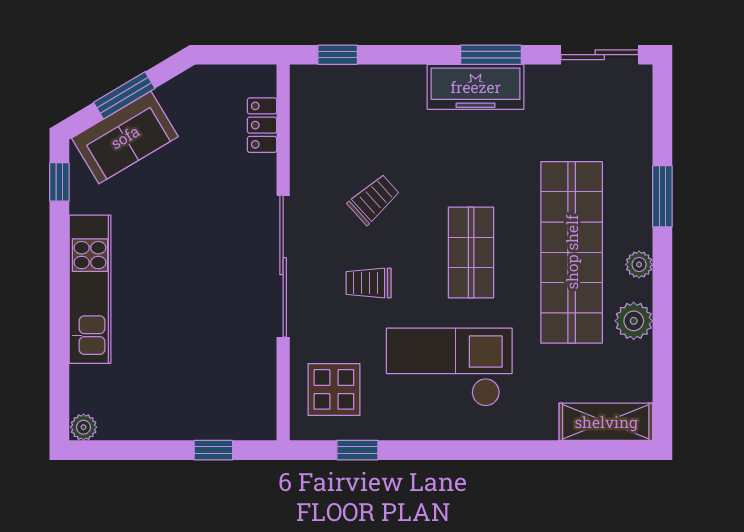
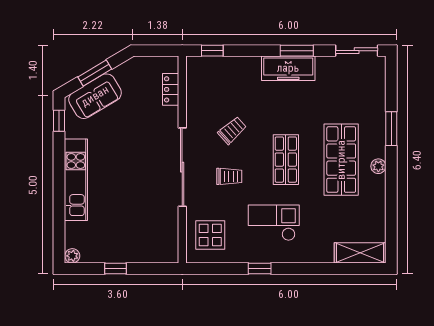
shop shelf: (572, 252) -> (341, 160), width x0.71
trolley: (369, 283) -> (229, 176), turned 180
plant: (634, 321) -> (375, 197), removed
checkout: (449, 367) -> (274, 223), width x0.73, depth x0.83
window: (213, 450) -> (115, 269), moved
window: (357, 450) -> (260, 269), moved

